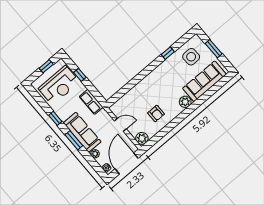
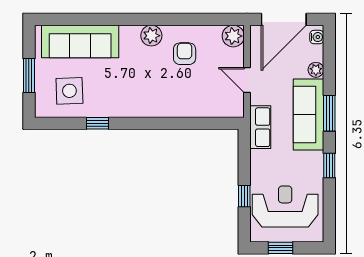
row of seats: (91, 102) -> (260, 127), moved
plant: (185, 102) -> (151, 36), moved

